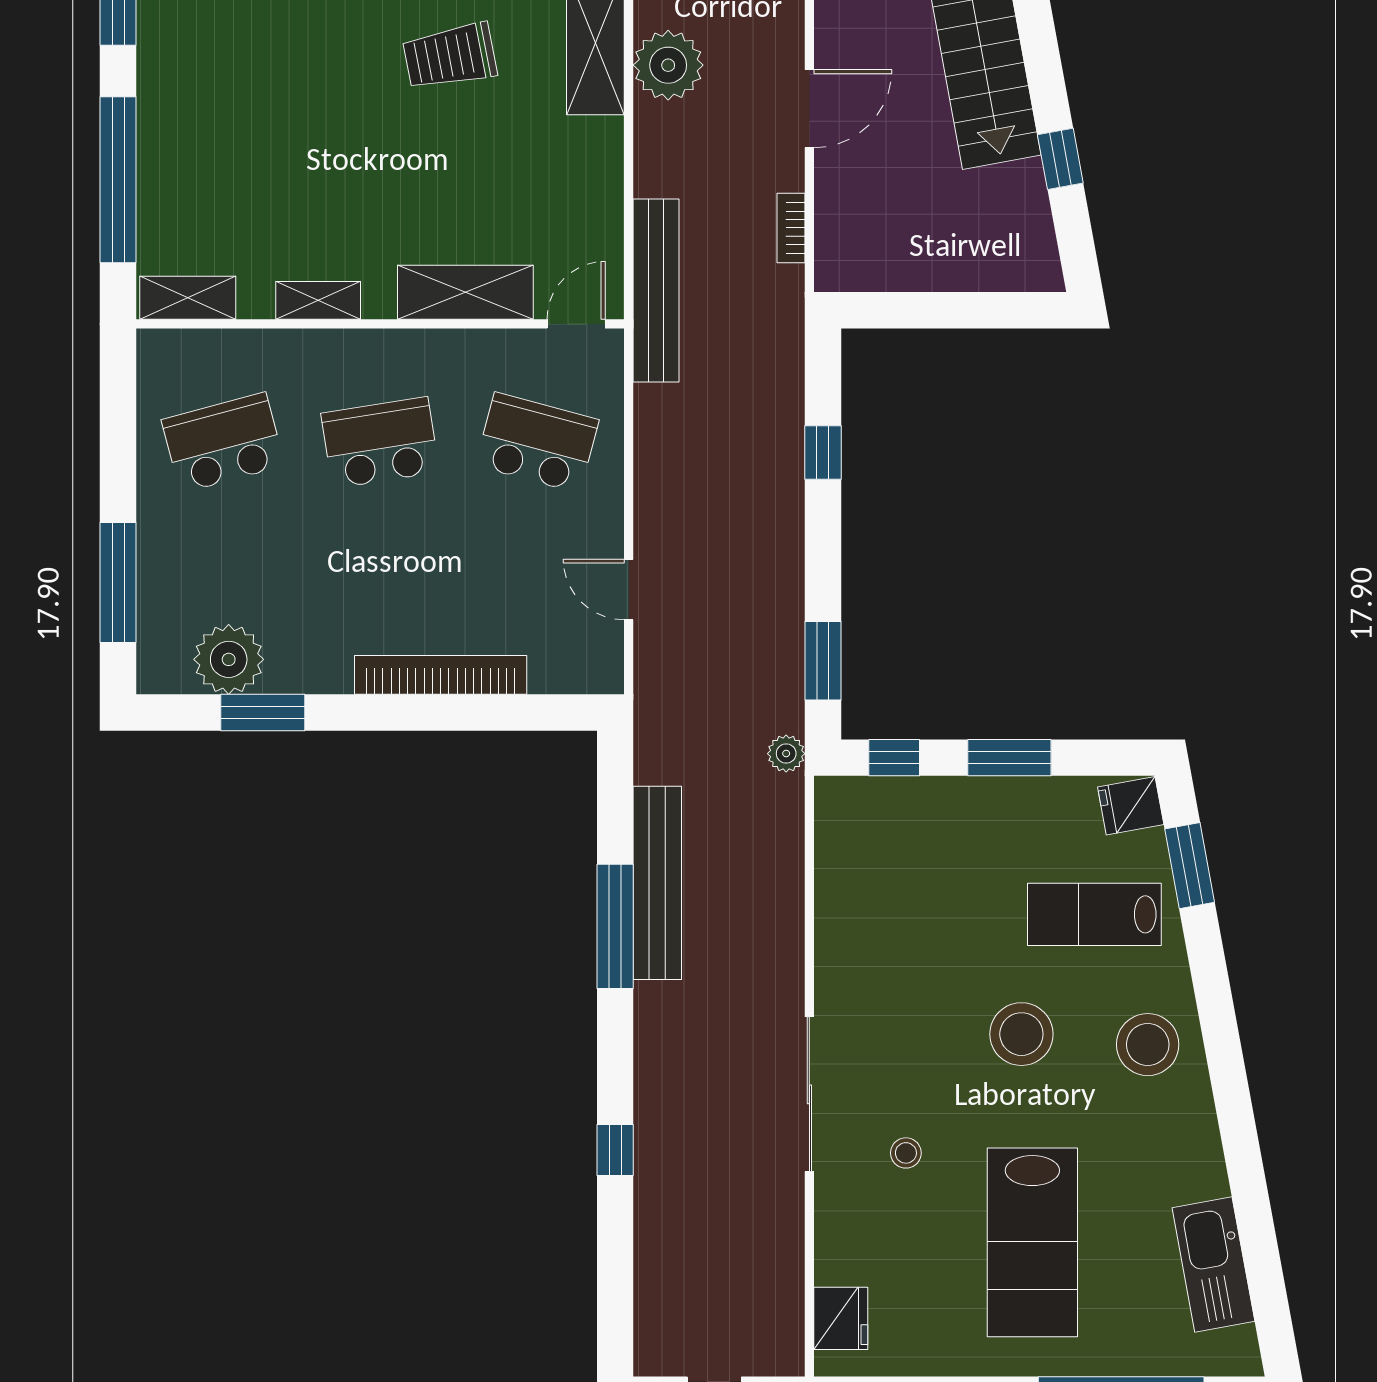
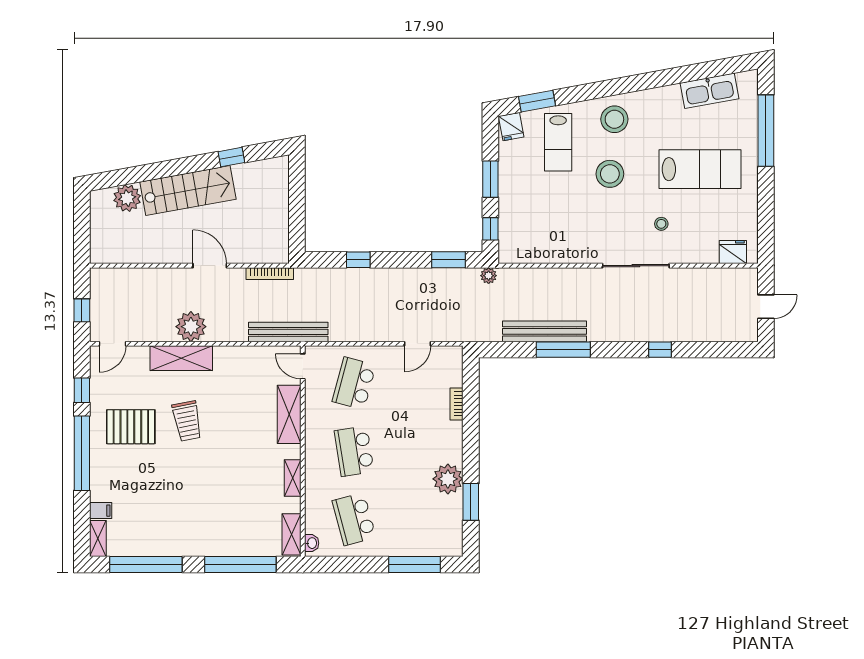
bookcase: (791, 228) -> (270, 274), width x1.56
washbasin: (168, 345) -> (312, 543), added
plant: (229, 659) -> (448, 479), moved
bookcase: (441, 675) -> (457, 404), width x0.43, depth x0.76

